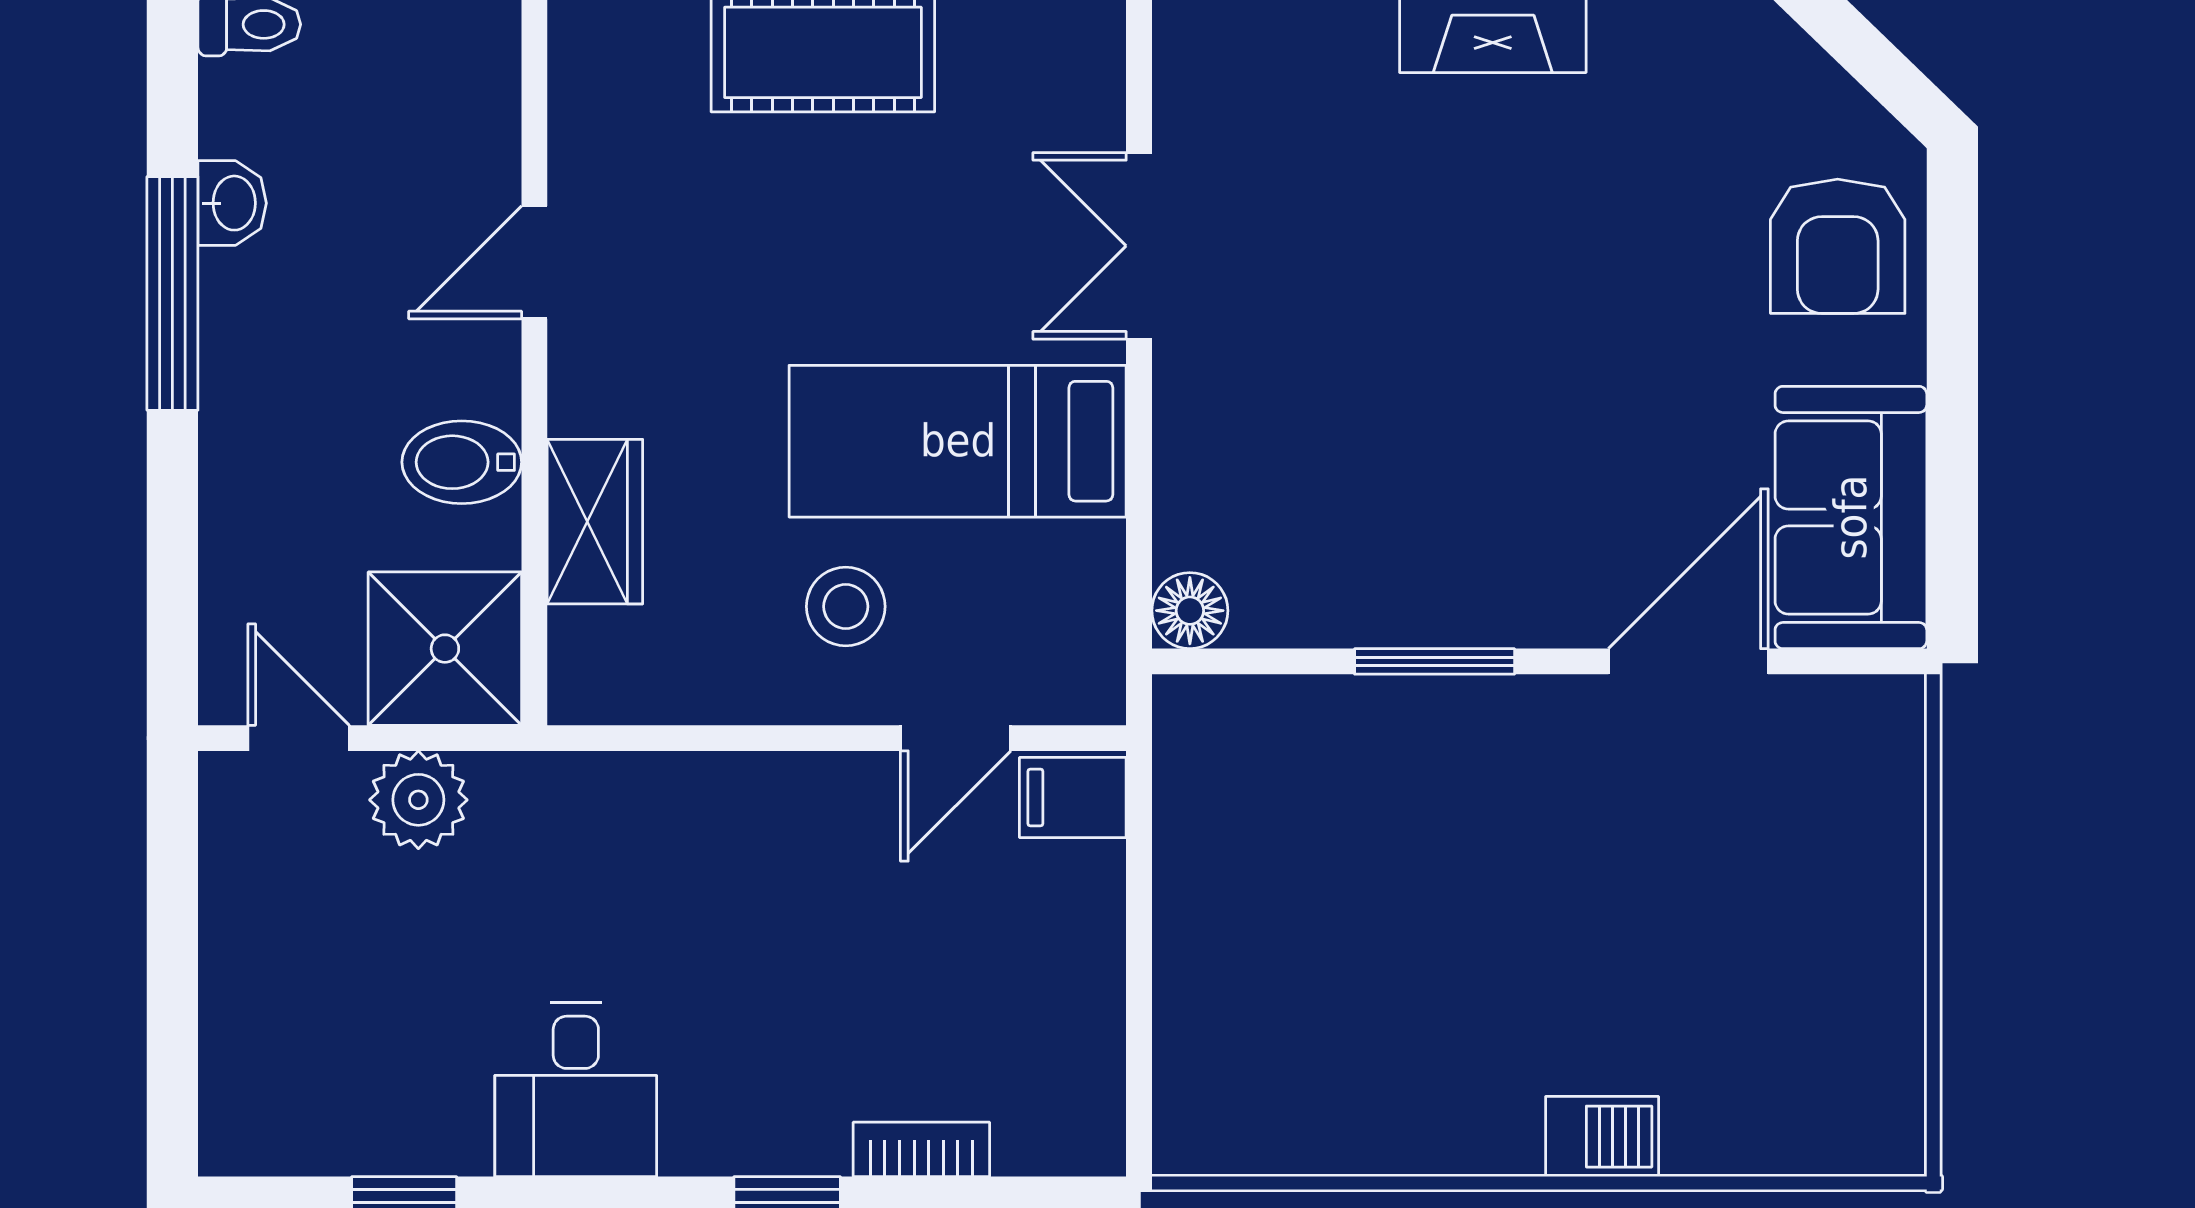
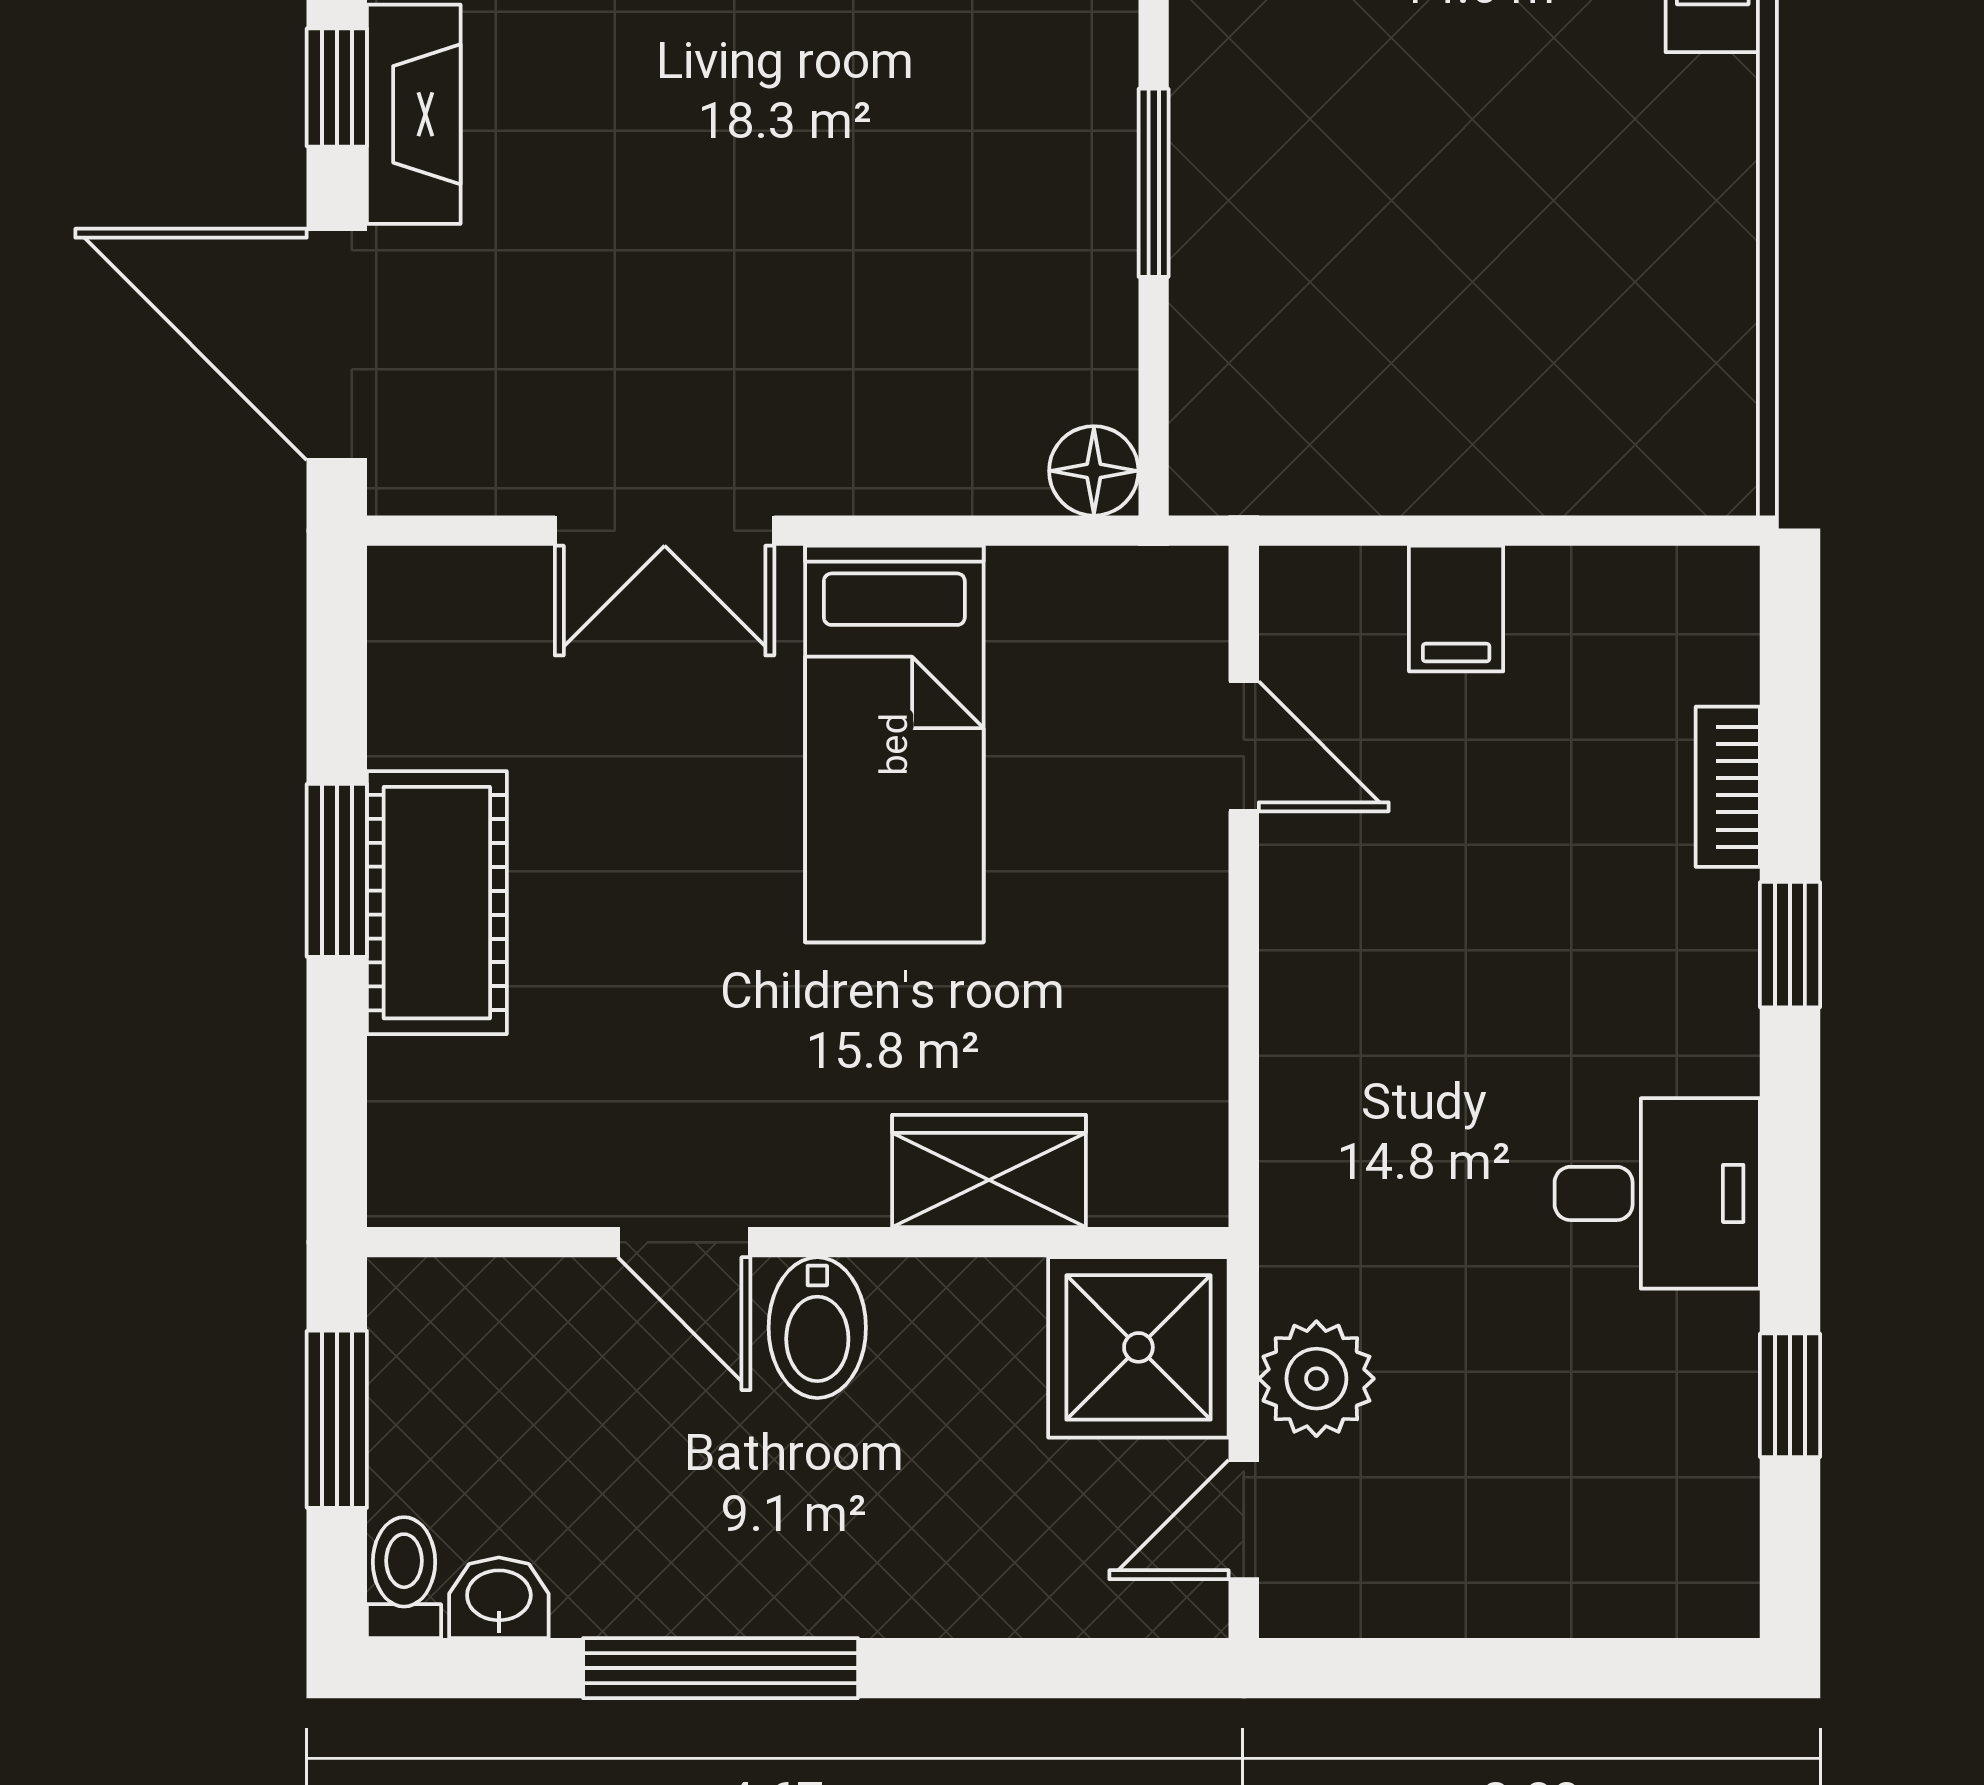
washbasin: (232, 203) -> (499, 1598), moved
bidet: (462, 462) -> (817, 1328), moved
stool: (846, 606) -> (1089, 876), removed
filing cabinet: (1073, 797) -> (1456, 609), moved

